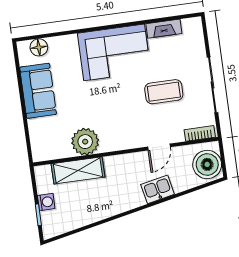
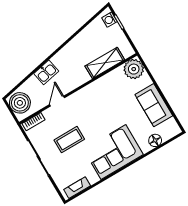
fireplace: (164, 29) -> (77, 188), moved
floor lamp: (39, 47) -> (155, 140), moved
plant: (85, 142) -> (134, 69), moved
washing machine: (46, 202) -> (109, 20), moved

